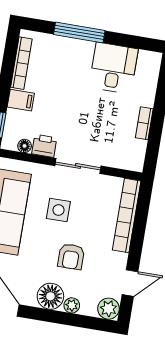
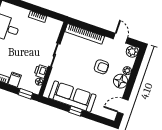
side table: (58, 210) -> (76, 69), removed

